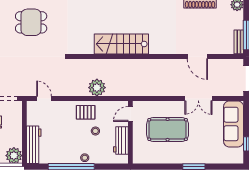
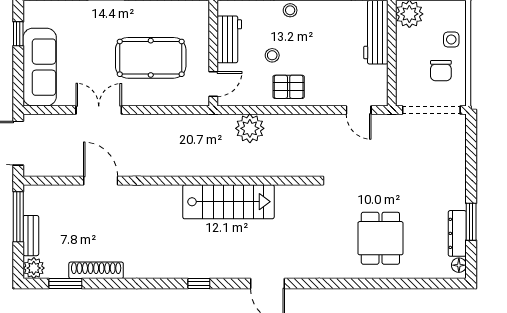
dining table: (31, 22) -> (380, 238), turned 90
bench: (239, 42) -> (31, 236), moved
plant: (97, 88) -> (250, 128), moved

